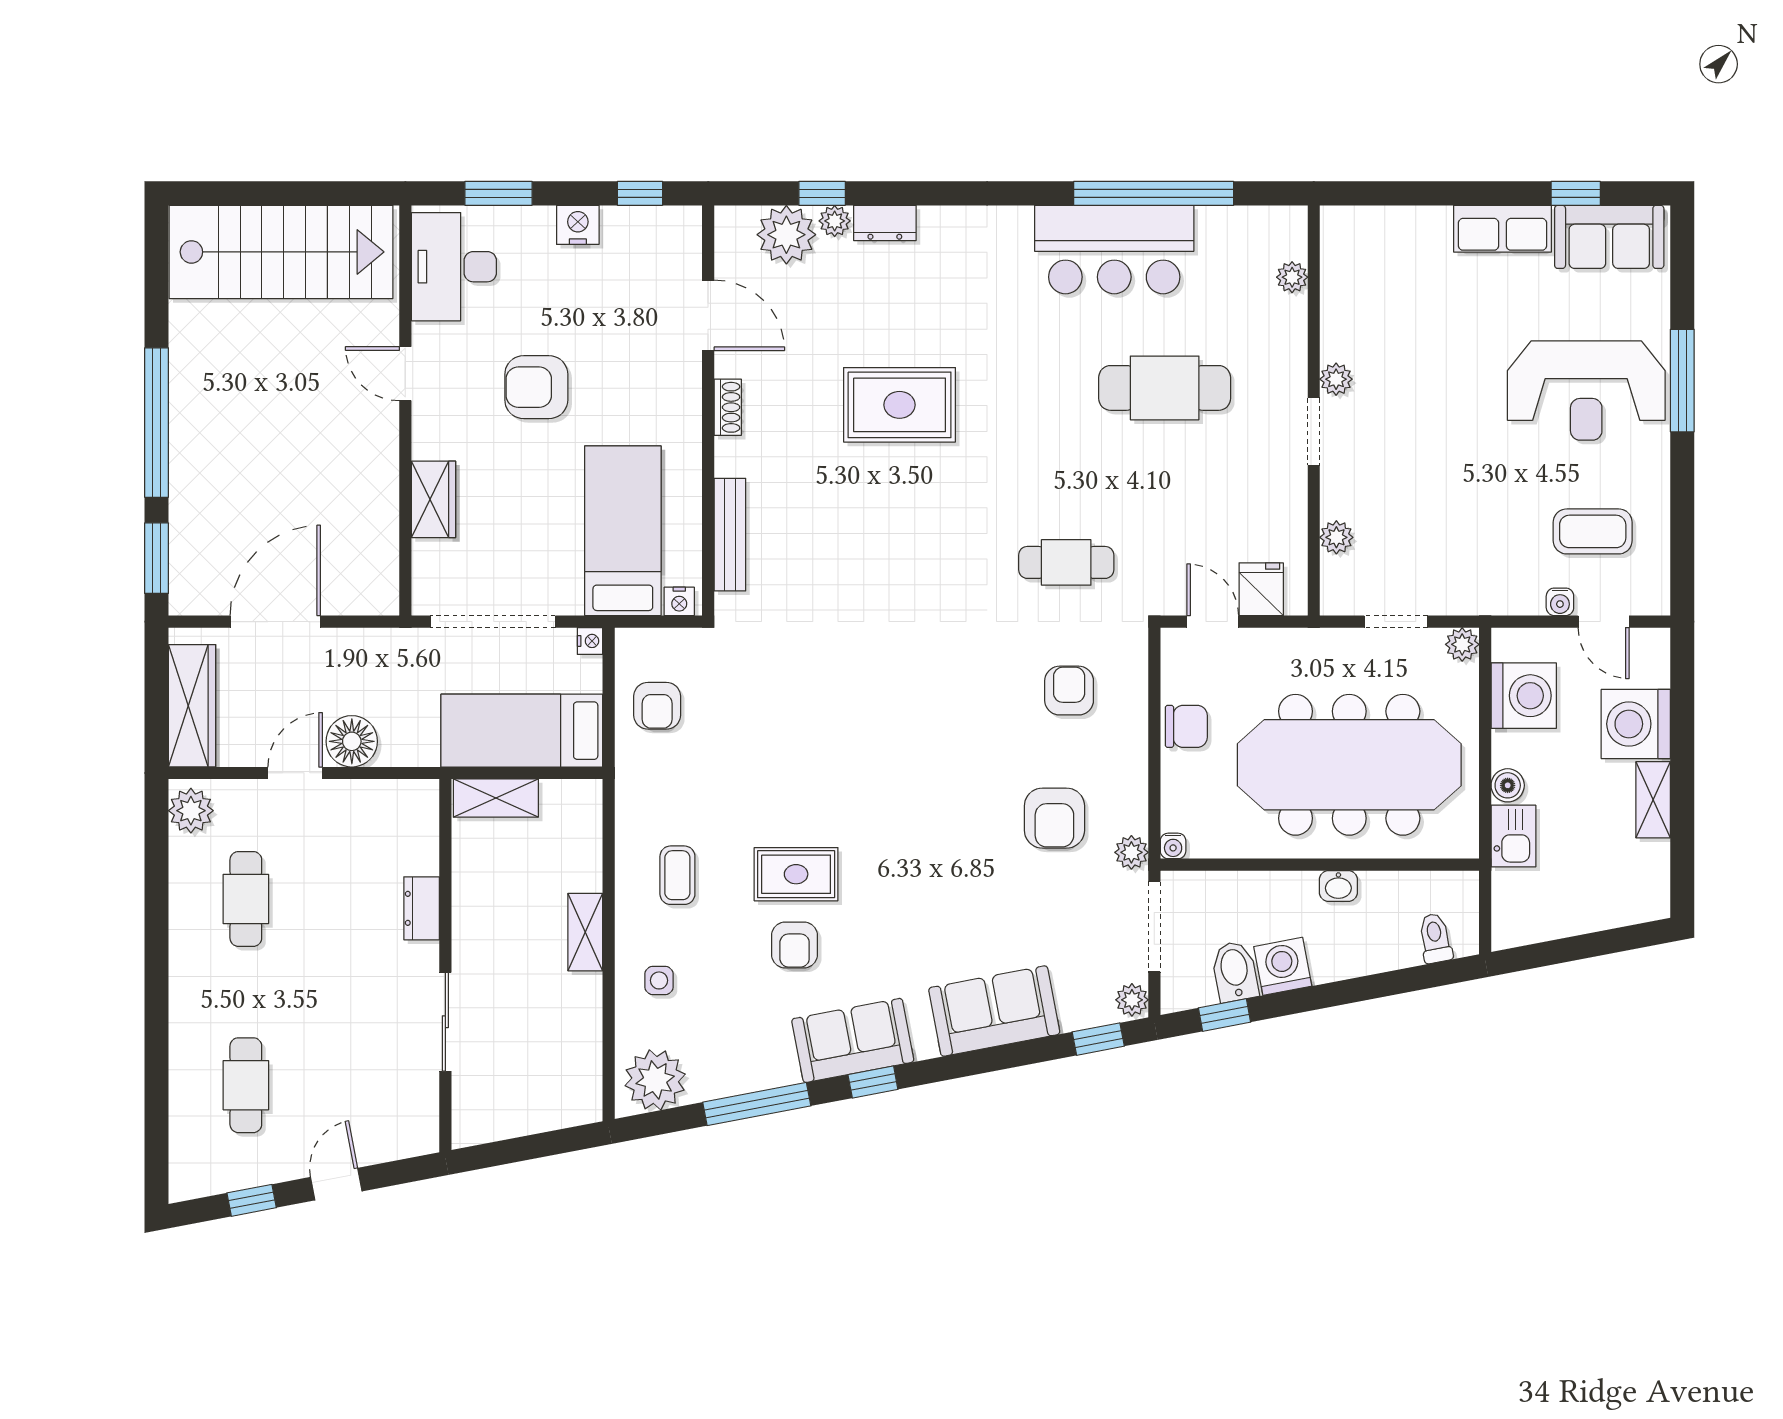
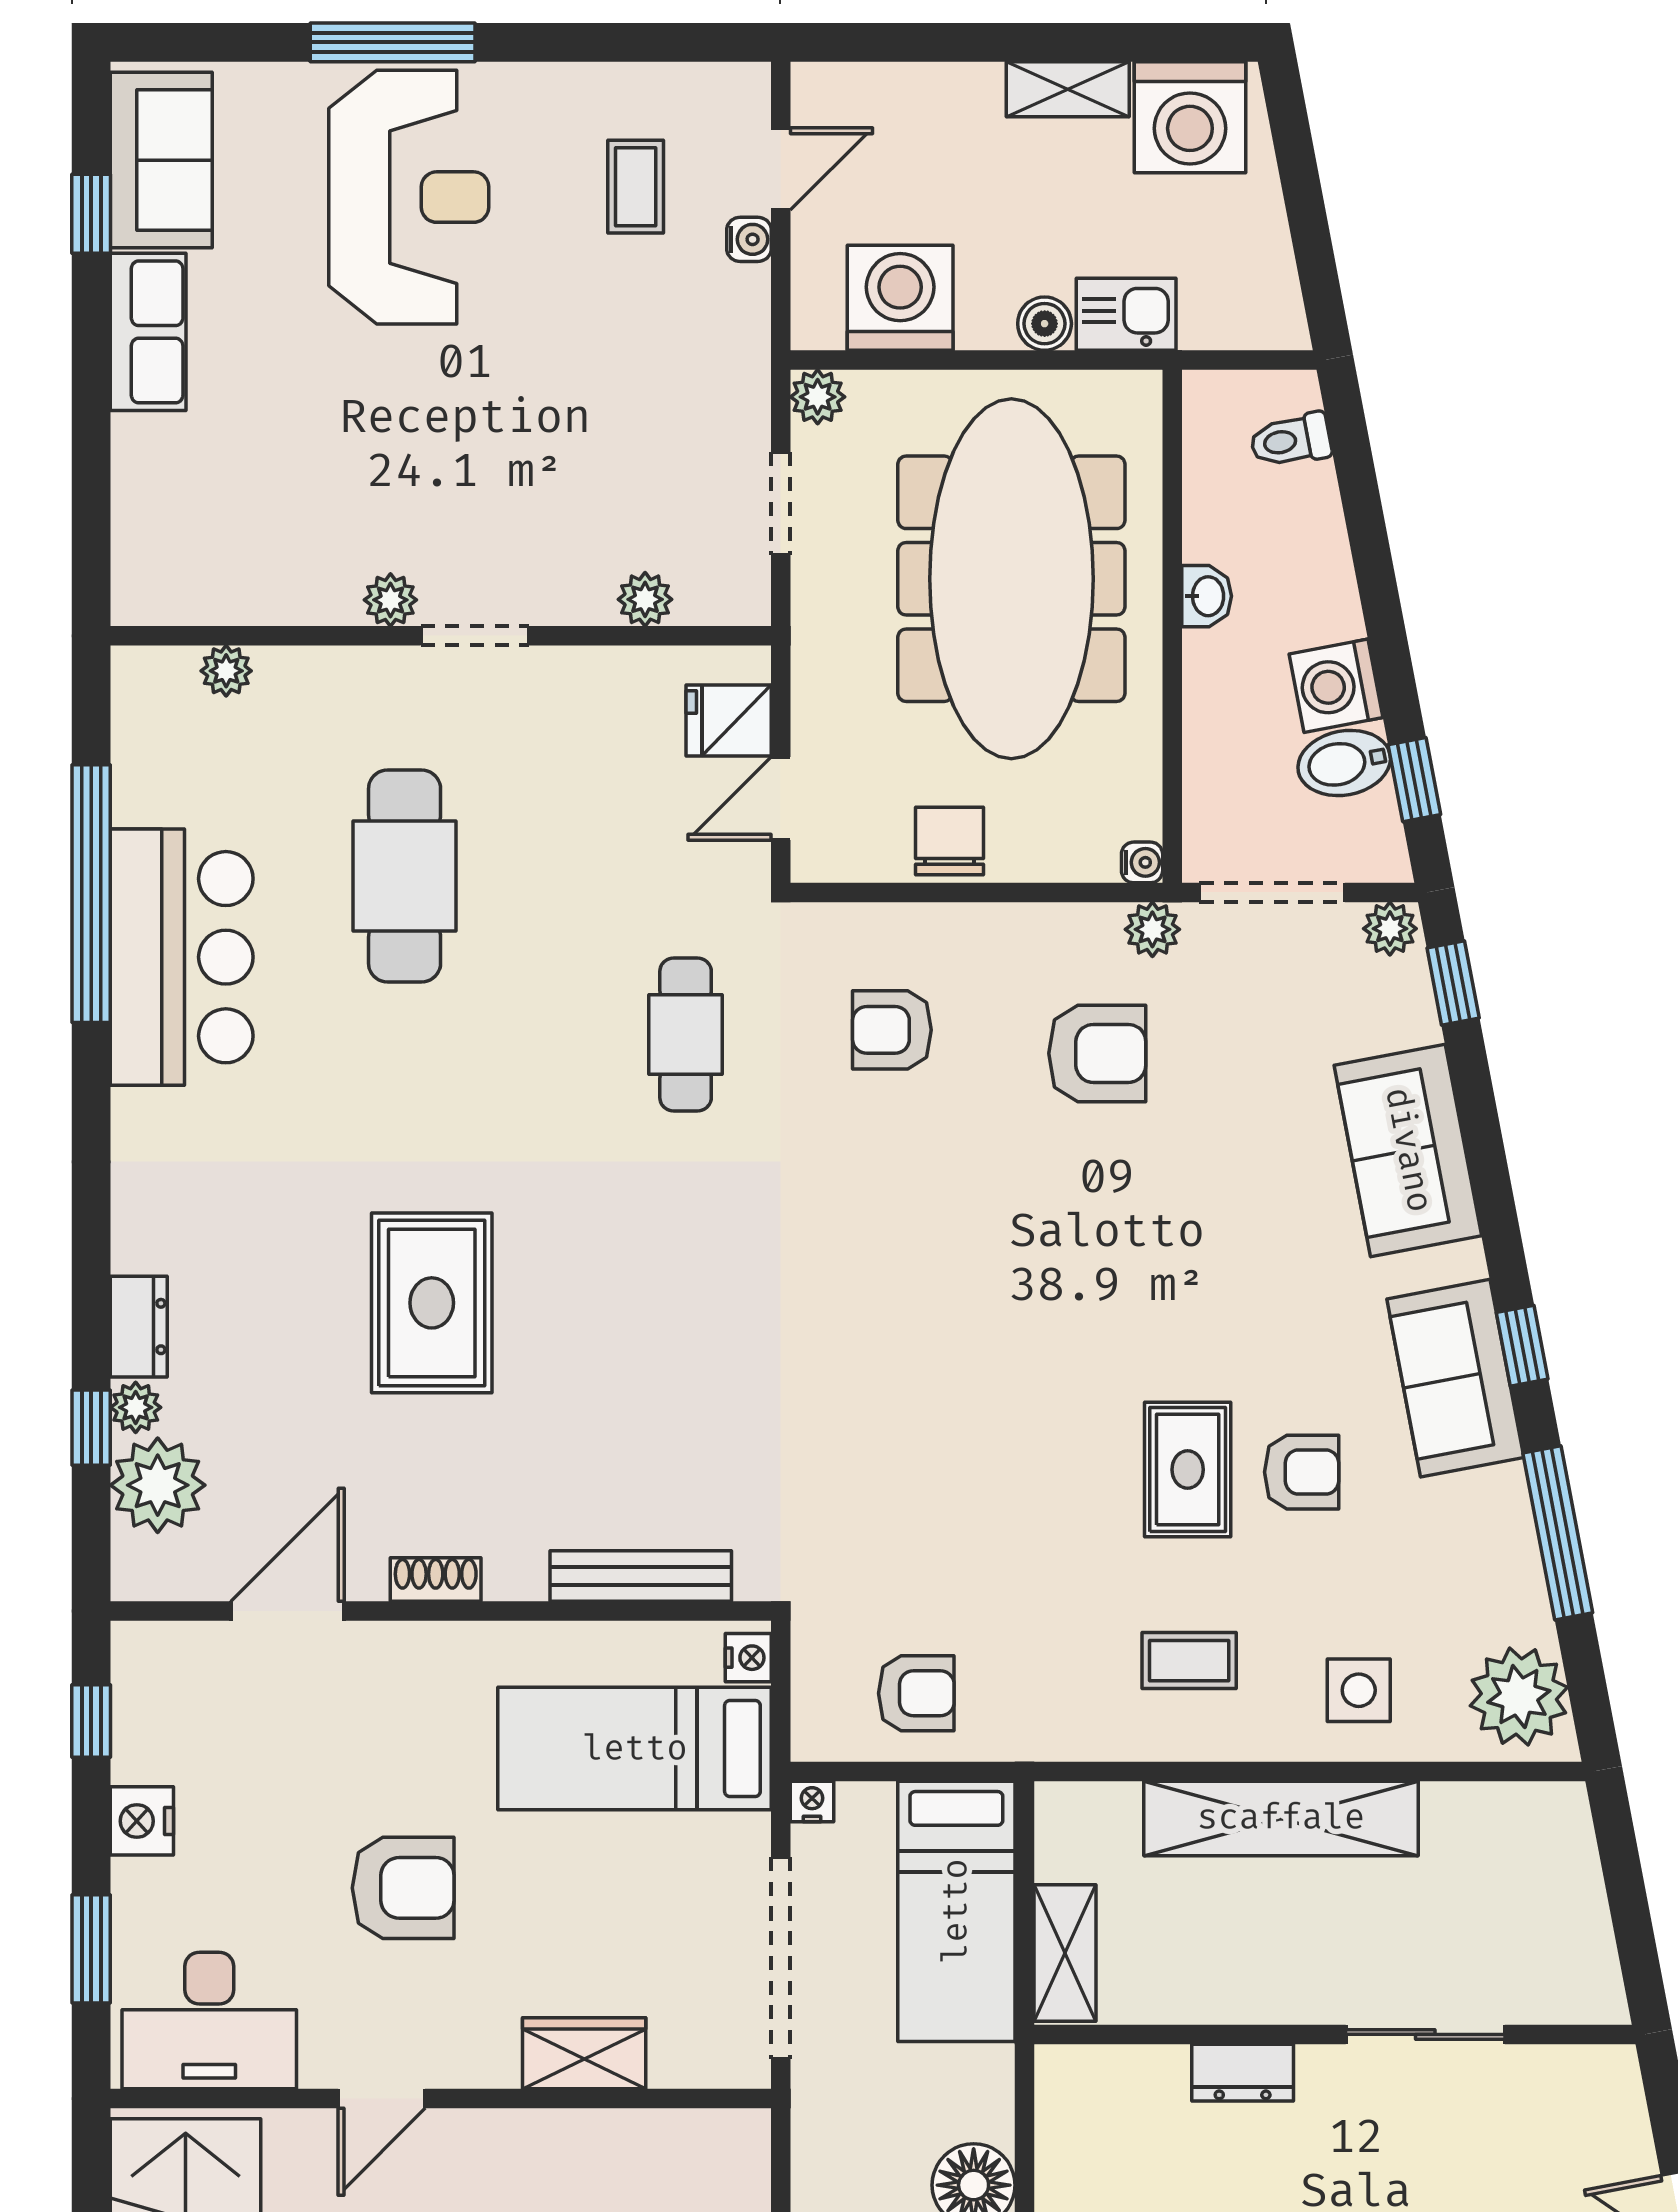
armchair: (536, 387) -> (403, 1888), turned -90
coffee table: (1593, 531) -> (636, 187), width x0.73, depth x0.77
washing machine: (1636, 724) -> (1190, 117), moved
shelving: (585, 932) -> (1281, 1818), width x2.20, depth x1.33
side table: (659, 980) -> (1359, 1690), width x1.37, depth x1.37

